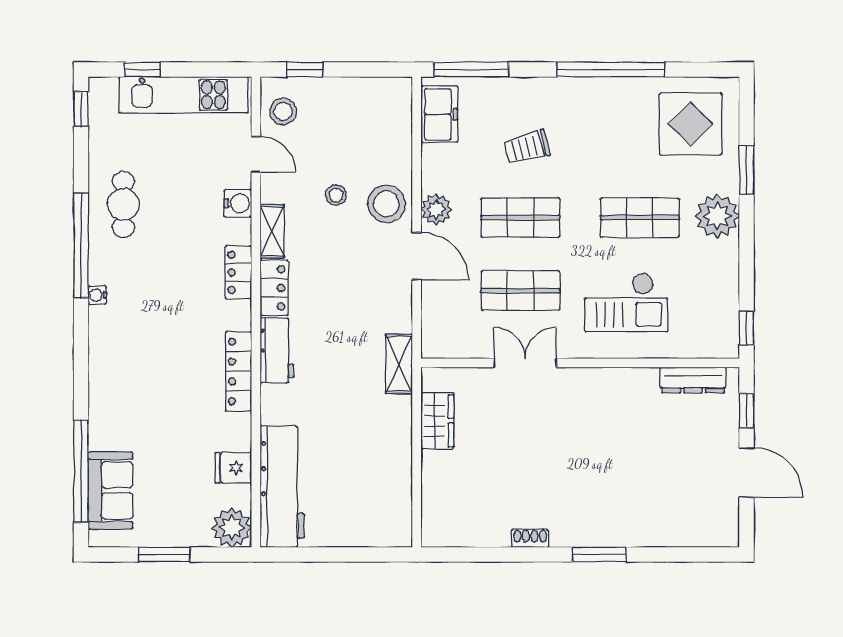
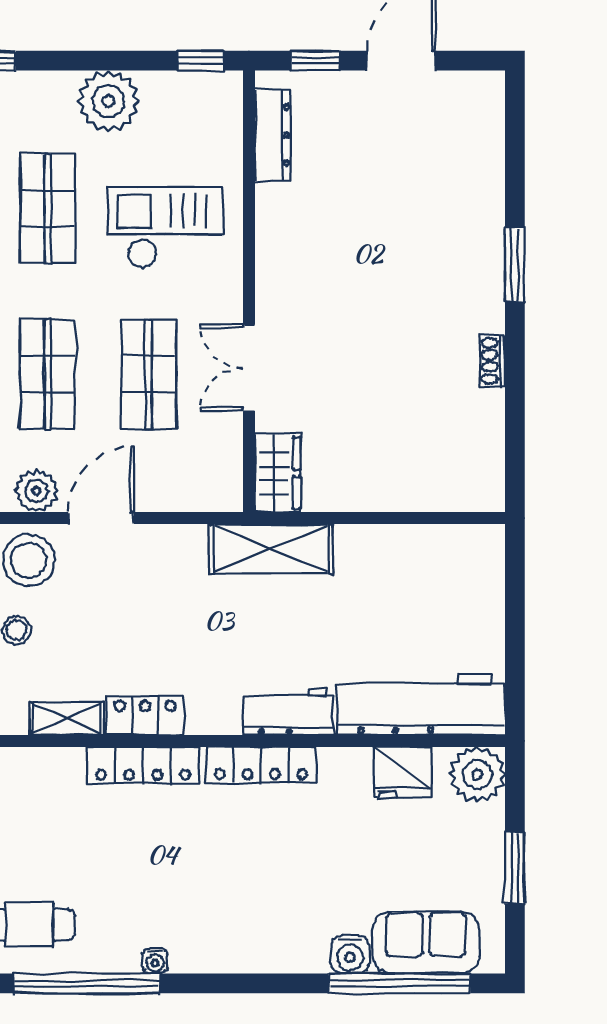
water cooler: (238, 203) -> (350, 954), moved, turned 180
plant: (717, 216) -> (108, 101), moved
locker: (238, 272) -> (143, 765), width x1.53
checkout: (626, 303) -> (165, 228), turned -90
workbench: (277, 350) -> (289, 712), moved
shelving: (399, 364) -> (271, 549), width x1.50, depth x1.33
wardrobe: (437, 421) -> (278, 473), moved, turned 90
fridge: (233, 468) -> (403, 772), width x1.38

